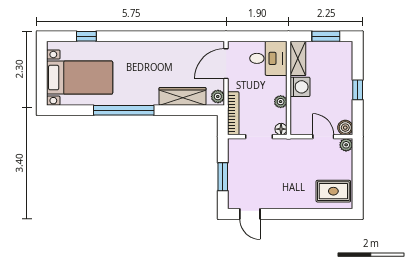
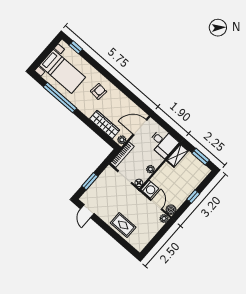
window: (86, 36) -> (76, 47), moved
armchair: (142, 64) -> (99, 91), added
washing machine: (300, 87) -> (150, 189), moved
window: (124, 110) -> (60, 98), moved
rug: (333, 191) -> (123, 225), moved

